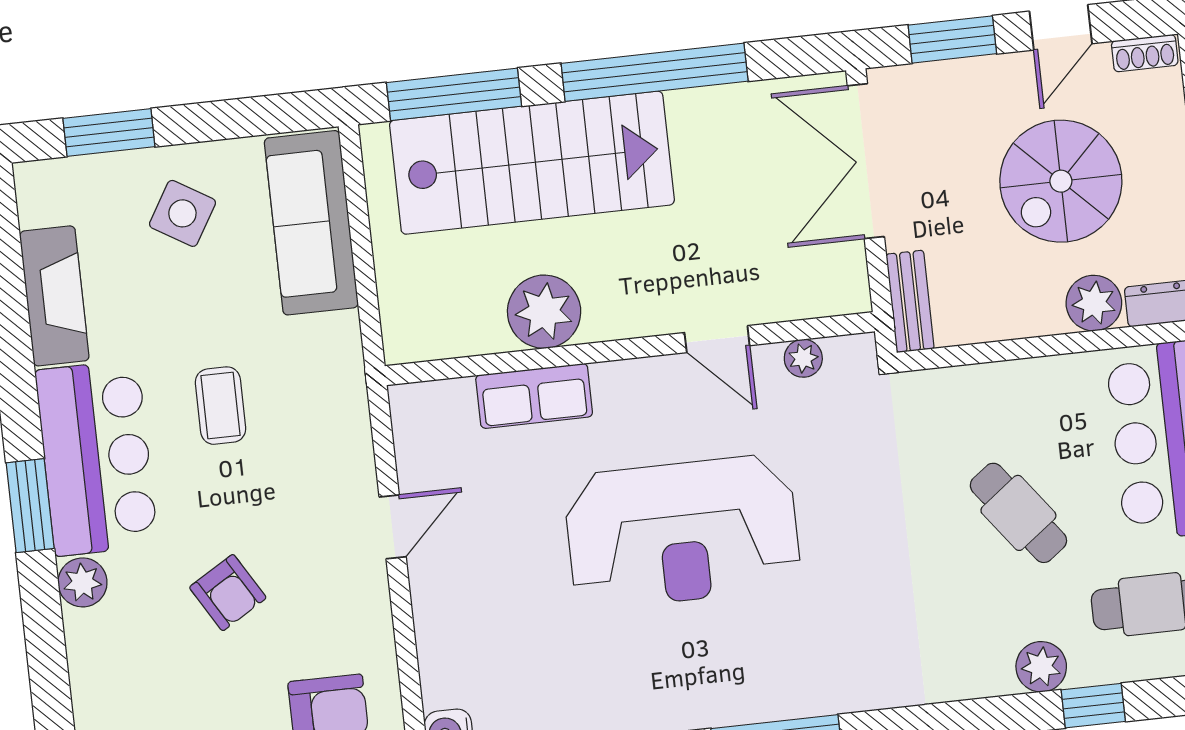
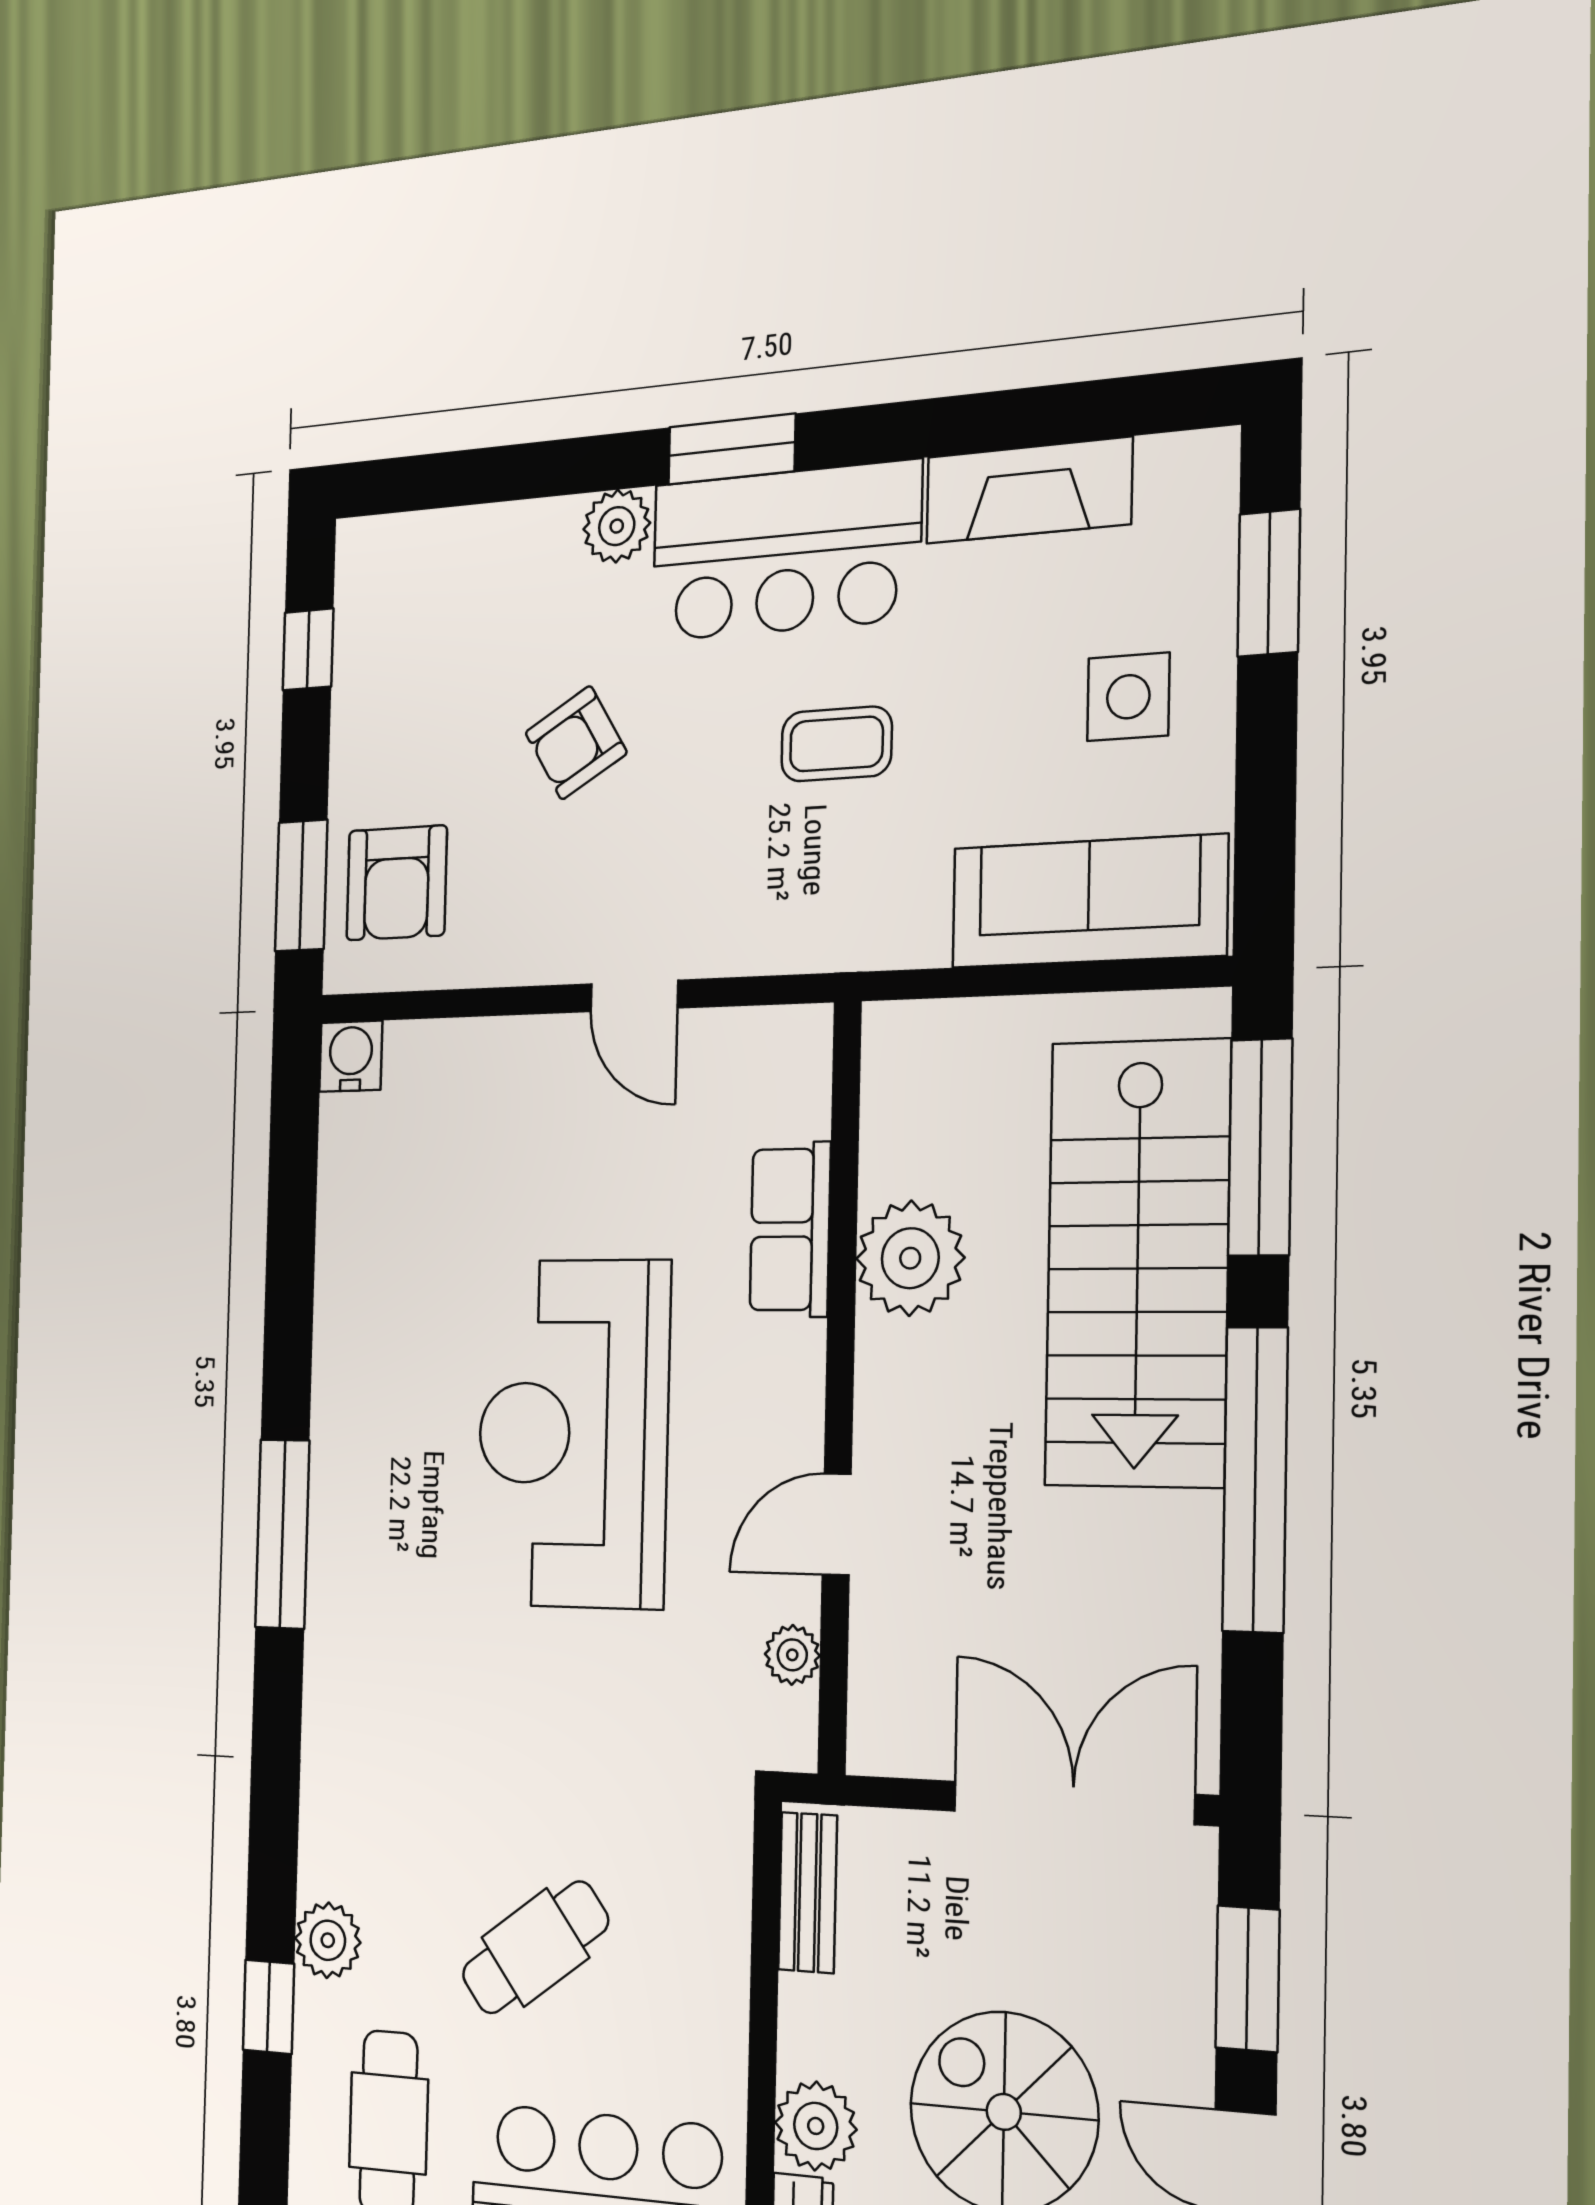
side table: (182, 213) -> (1128, 697), turned -31
bench: (910, 301) -> (808, 1893), moved, turned 90

